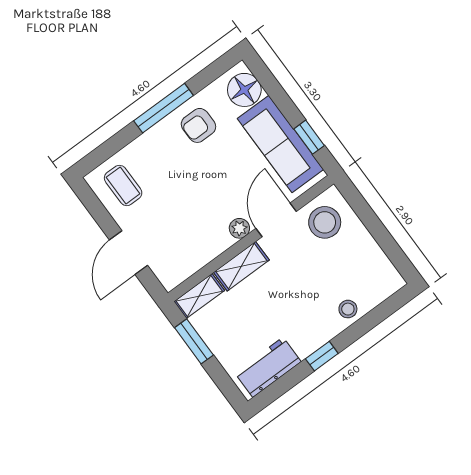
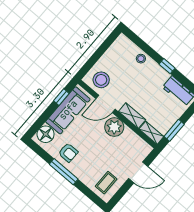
plant: (239, 228) -> (114, 127), width x1.87, depth x1.87

